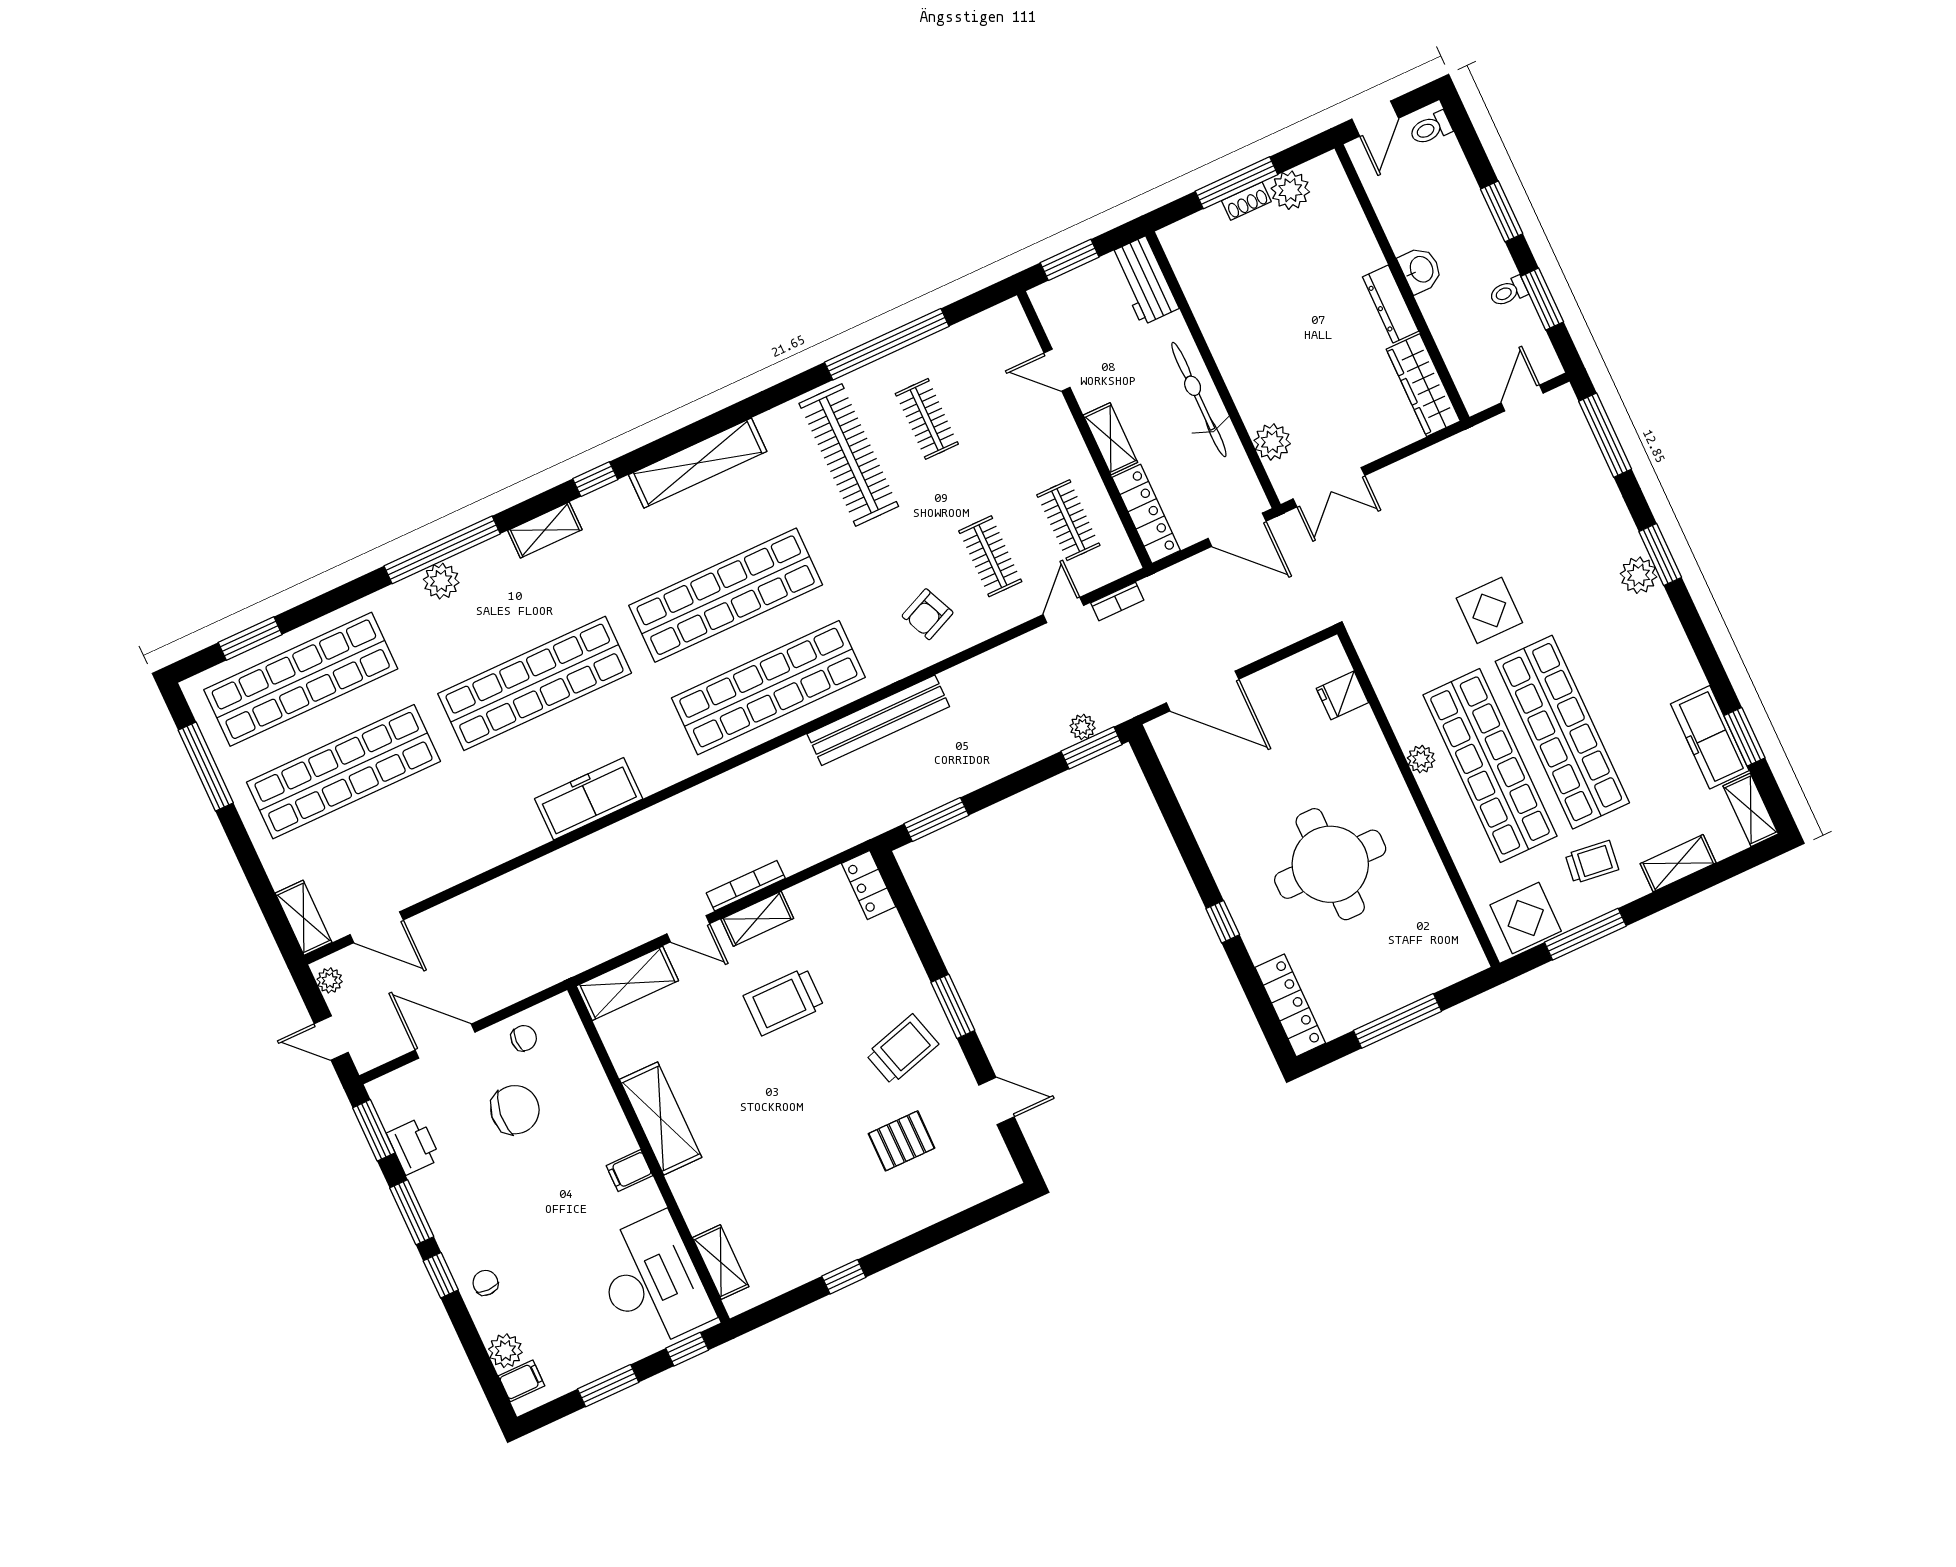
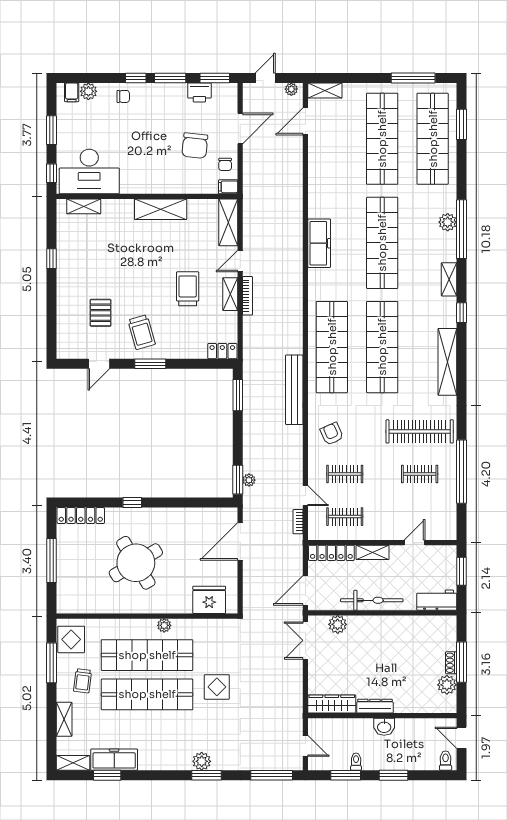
fridge: (1342, 695) -> (209, 600), width x1.88, depth x1.34
round table: (1330, 864) -> (136, 563), turned -31
filing cabinet: (629, 1171) -> (228, 187), moved, turned -90

